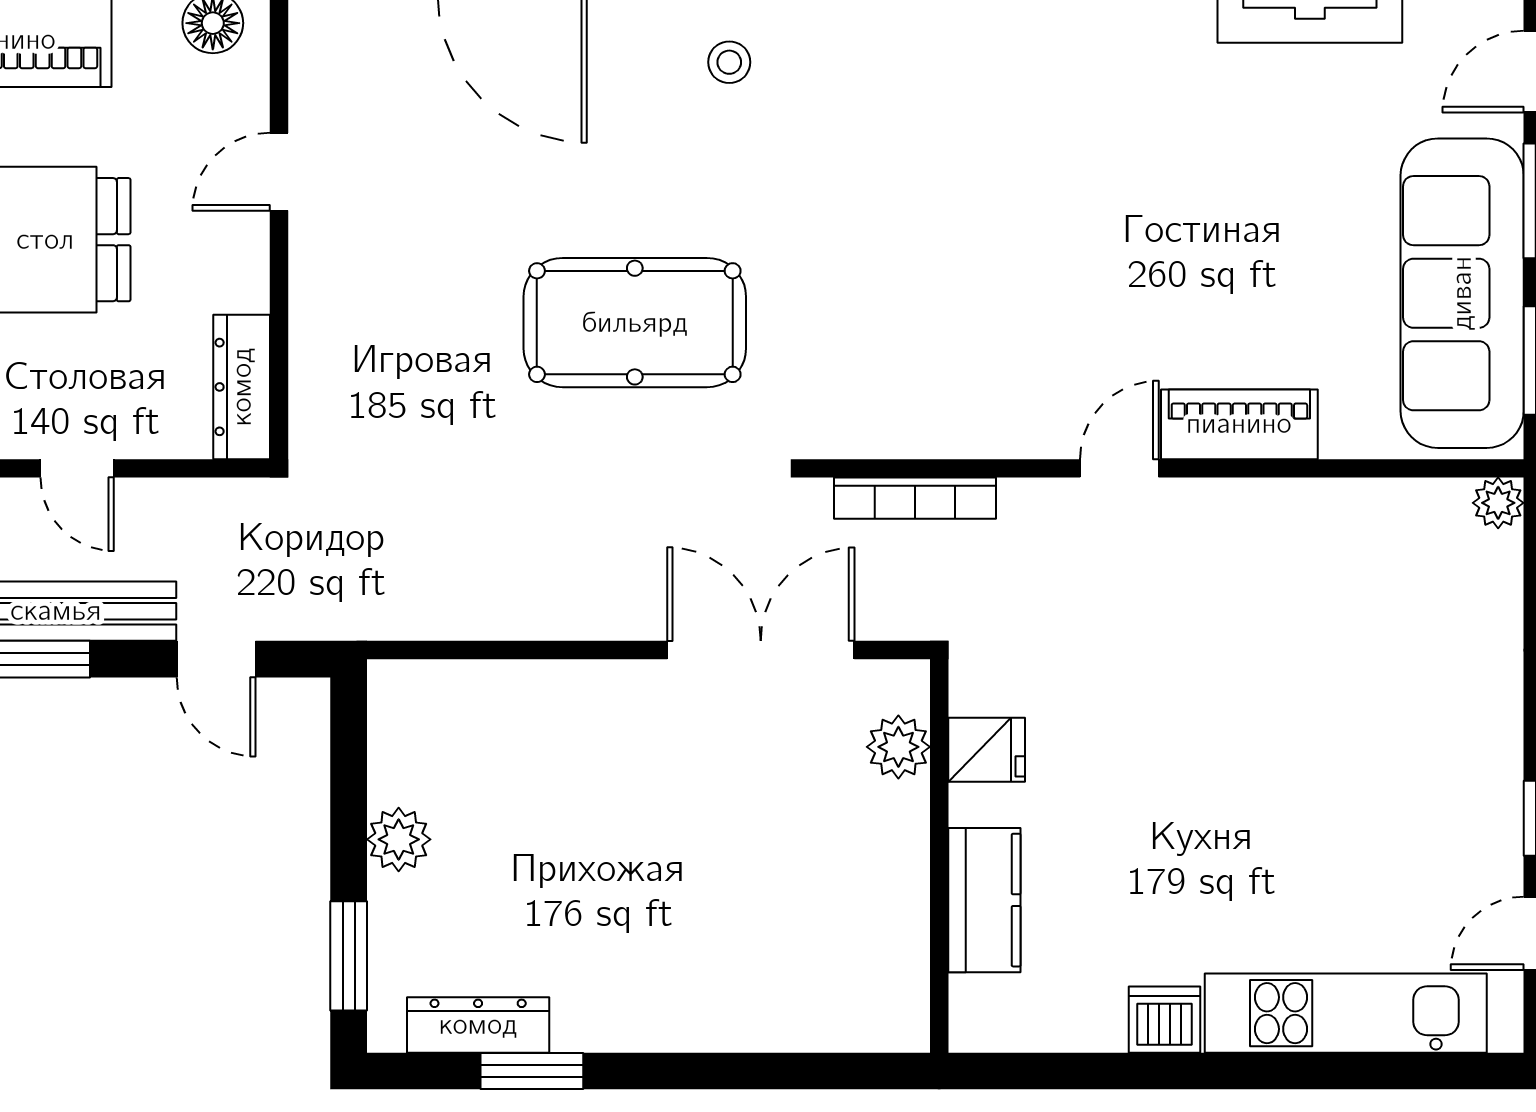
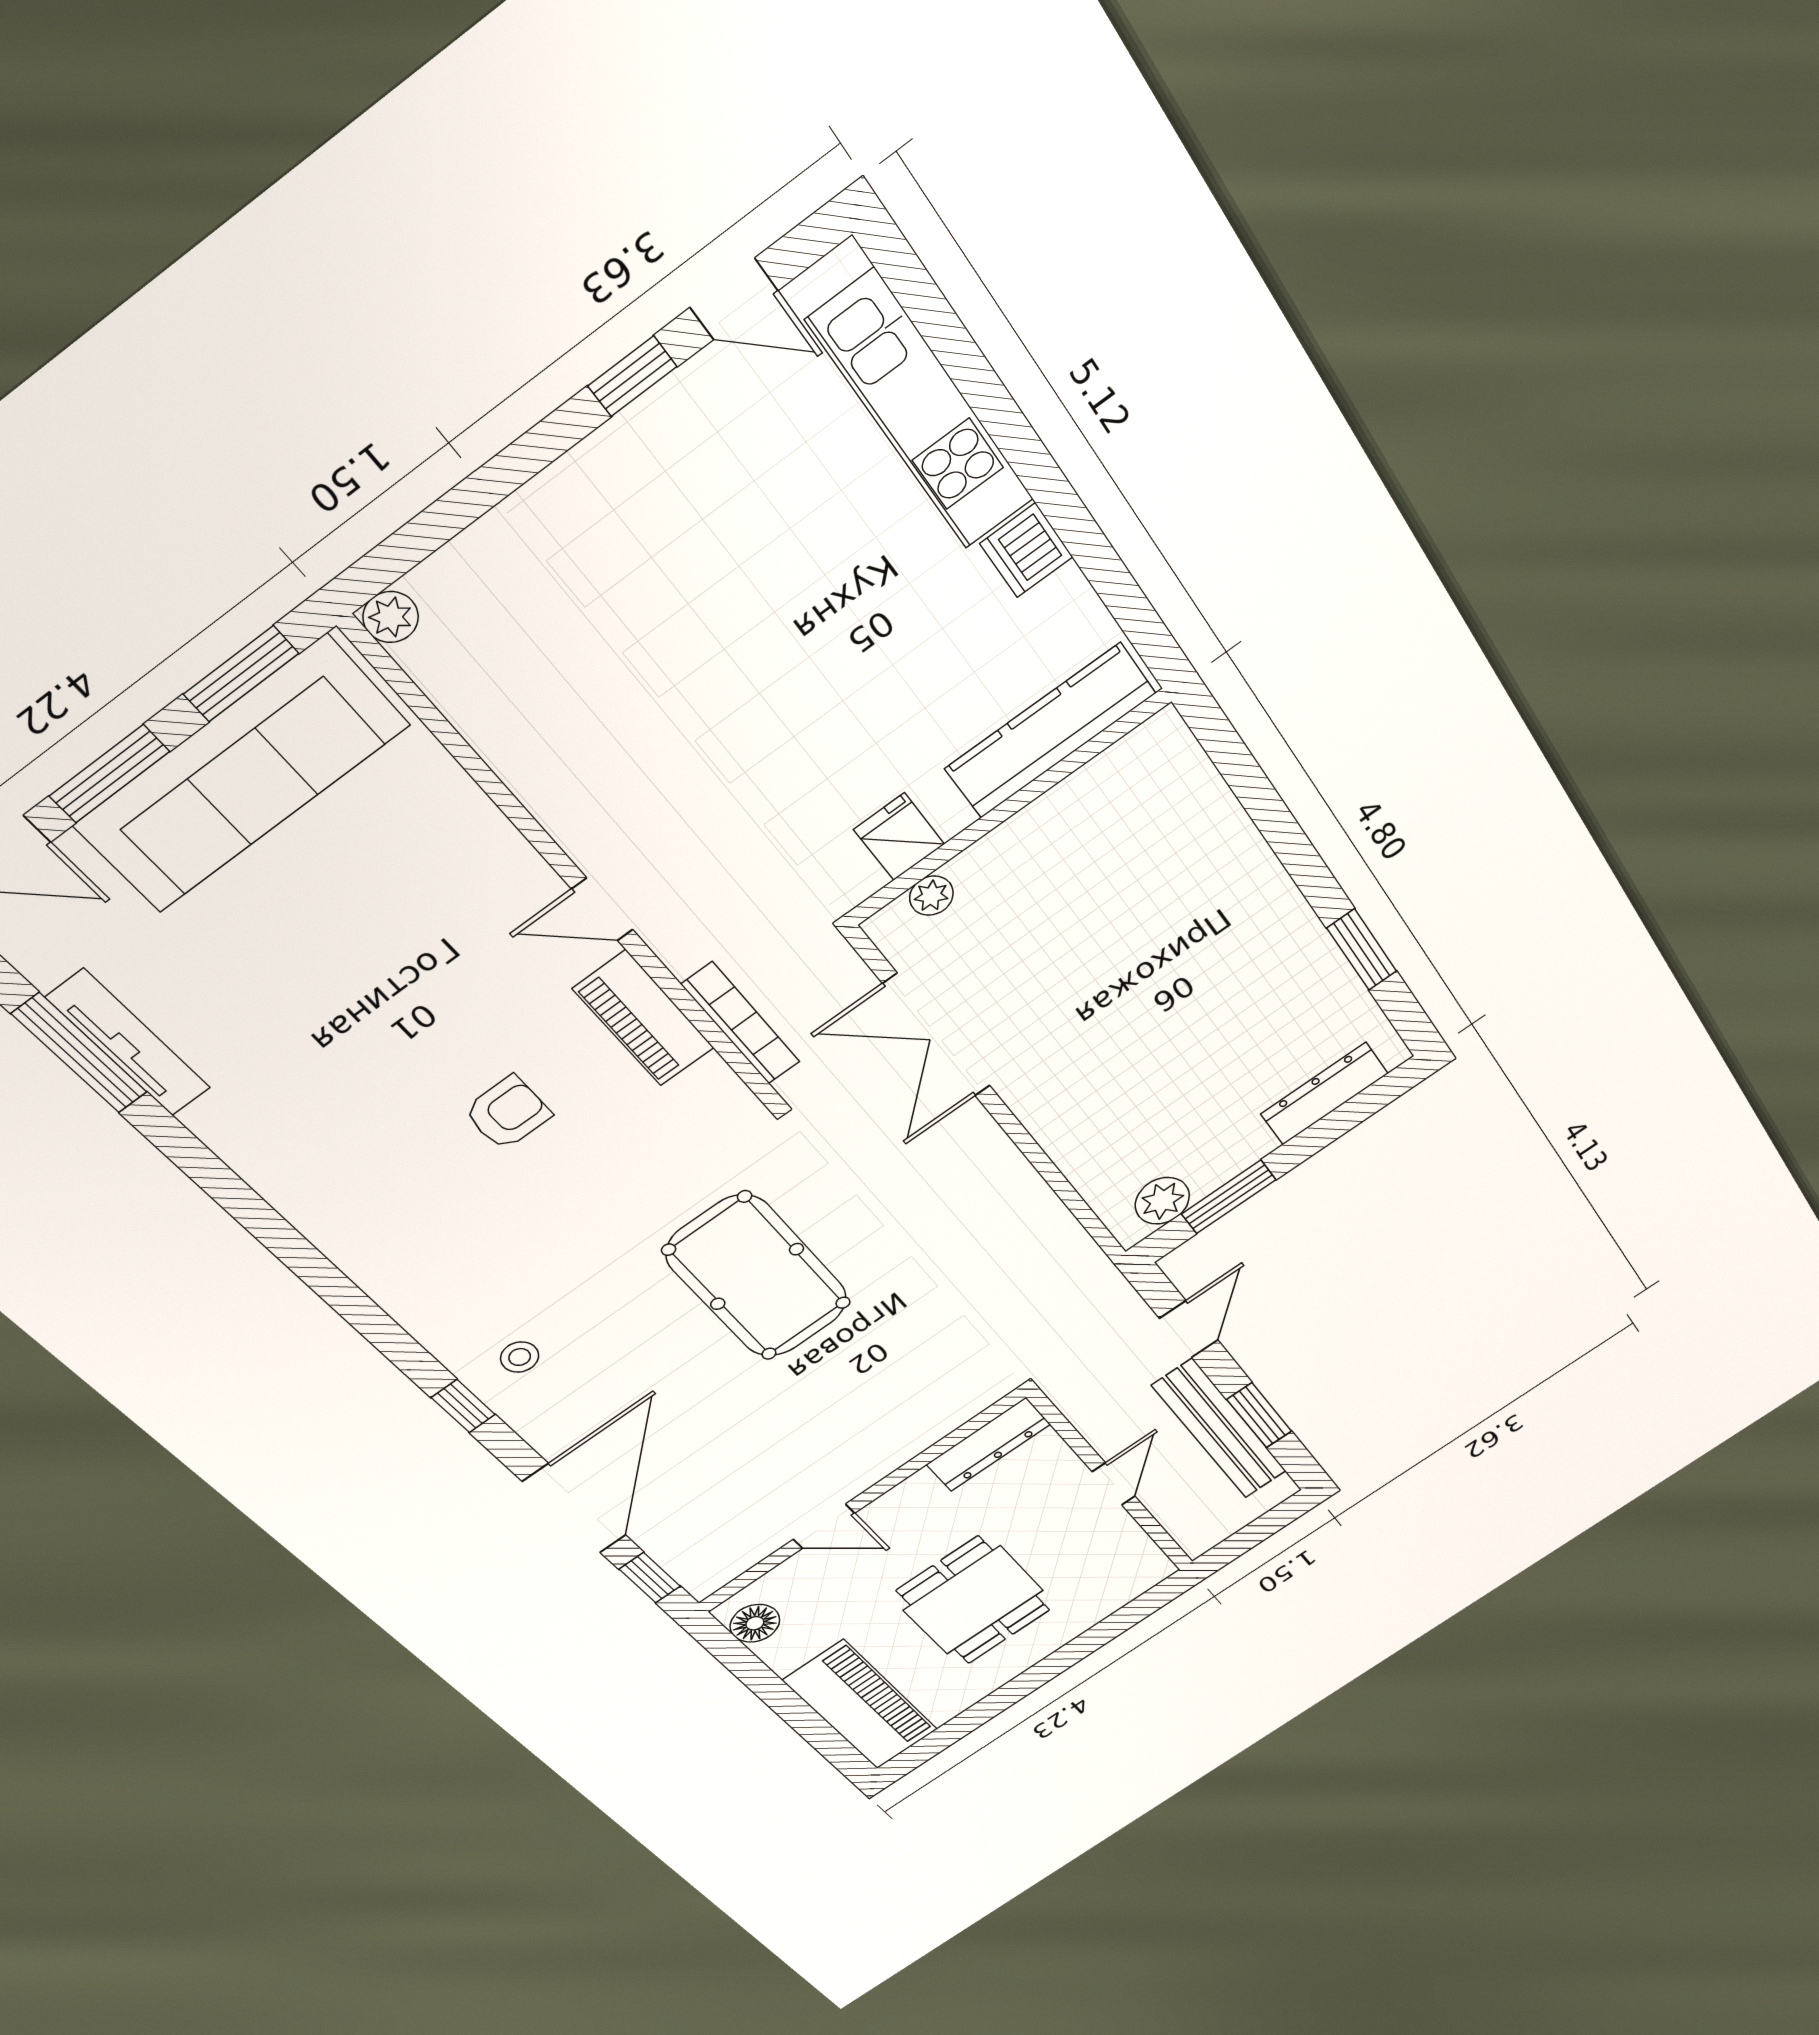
armchair: (991, 248) -> (508, 1113), added
piano: (1239, 424) -> (644, 1018), moved
plant: (898, 747) -> (931, 896), width x0.73, depth x0.73
plant: (399, 839) -> (1162, 1201), moved
kitchen counter: (984, 900) -> (1050, 731), width x1.50
window: (349, 956) -> (1229, 1197), moved
dresser: (478, 1025) -> (1324, 1094), moved, turned 90

